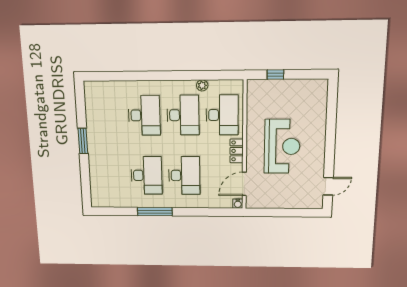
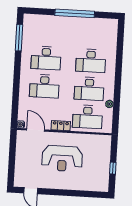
window: (275, 75) -> (113, 168), moved
window: (83, 141) -> (75, 13), width x2.11
window: (155, 212) -> (19, 38), moved

